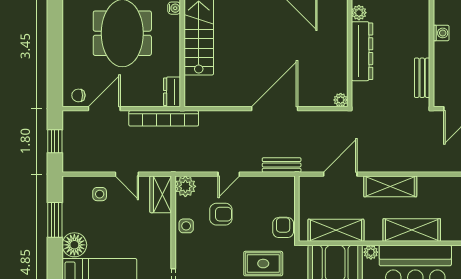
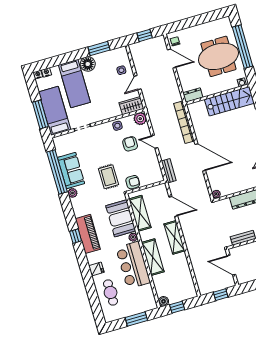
bookcase: (164, 118) -> (184, 122), moved
armchair: (221, 214) -> (130, 144), turned 180

